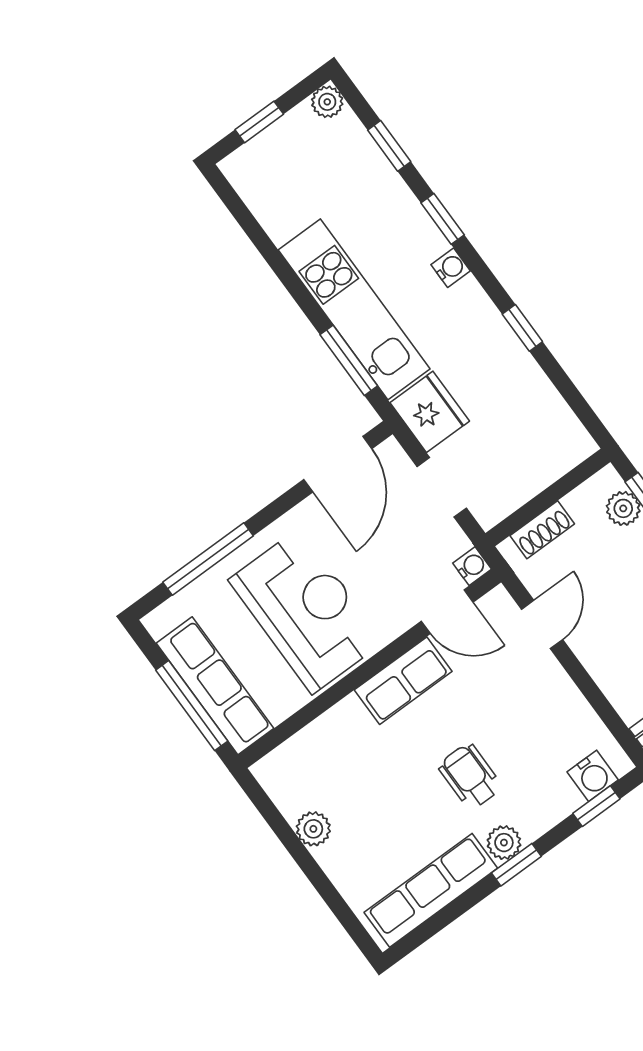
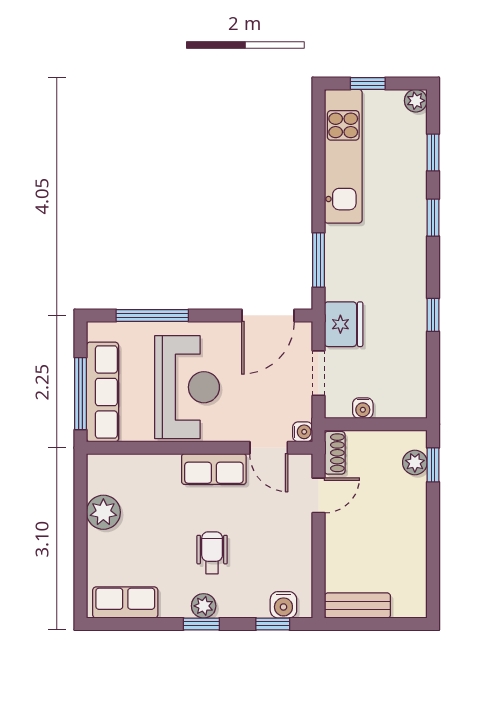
water cooler: (451, 268) -> (363, 408), moved, turned 90
kitchen unit: (354, 309) -> (343, 156), moved
shoe rack: (542, 530) -> (335, 453), moved, turned -90
plant: (313, 829) -> (103, 512), width x1.38, depth x1.38
row of seats: (431, 890) -> (125, 602), width x0.68

